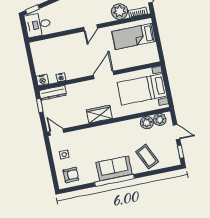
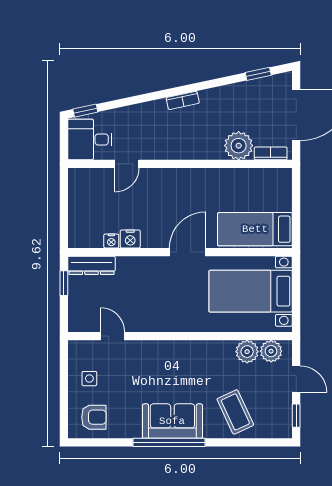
door: (90, 28) -> (127, 164), moved
bed: (134, 36) -> (255, 229), moved
nightstand: (42, 80) -> (130, 239), moved
wardrobe: (99, 114) -> (166, 320), removed
door: (57, 132) -> (113, 336), moved

